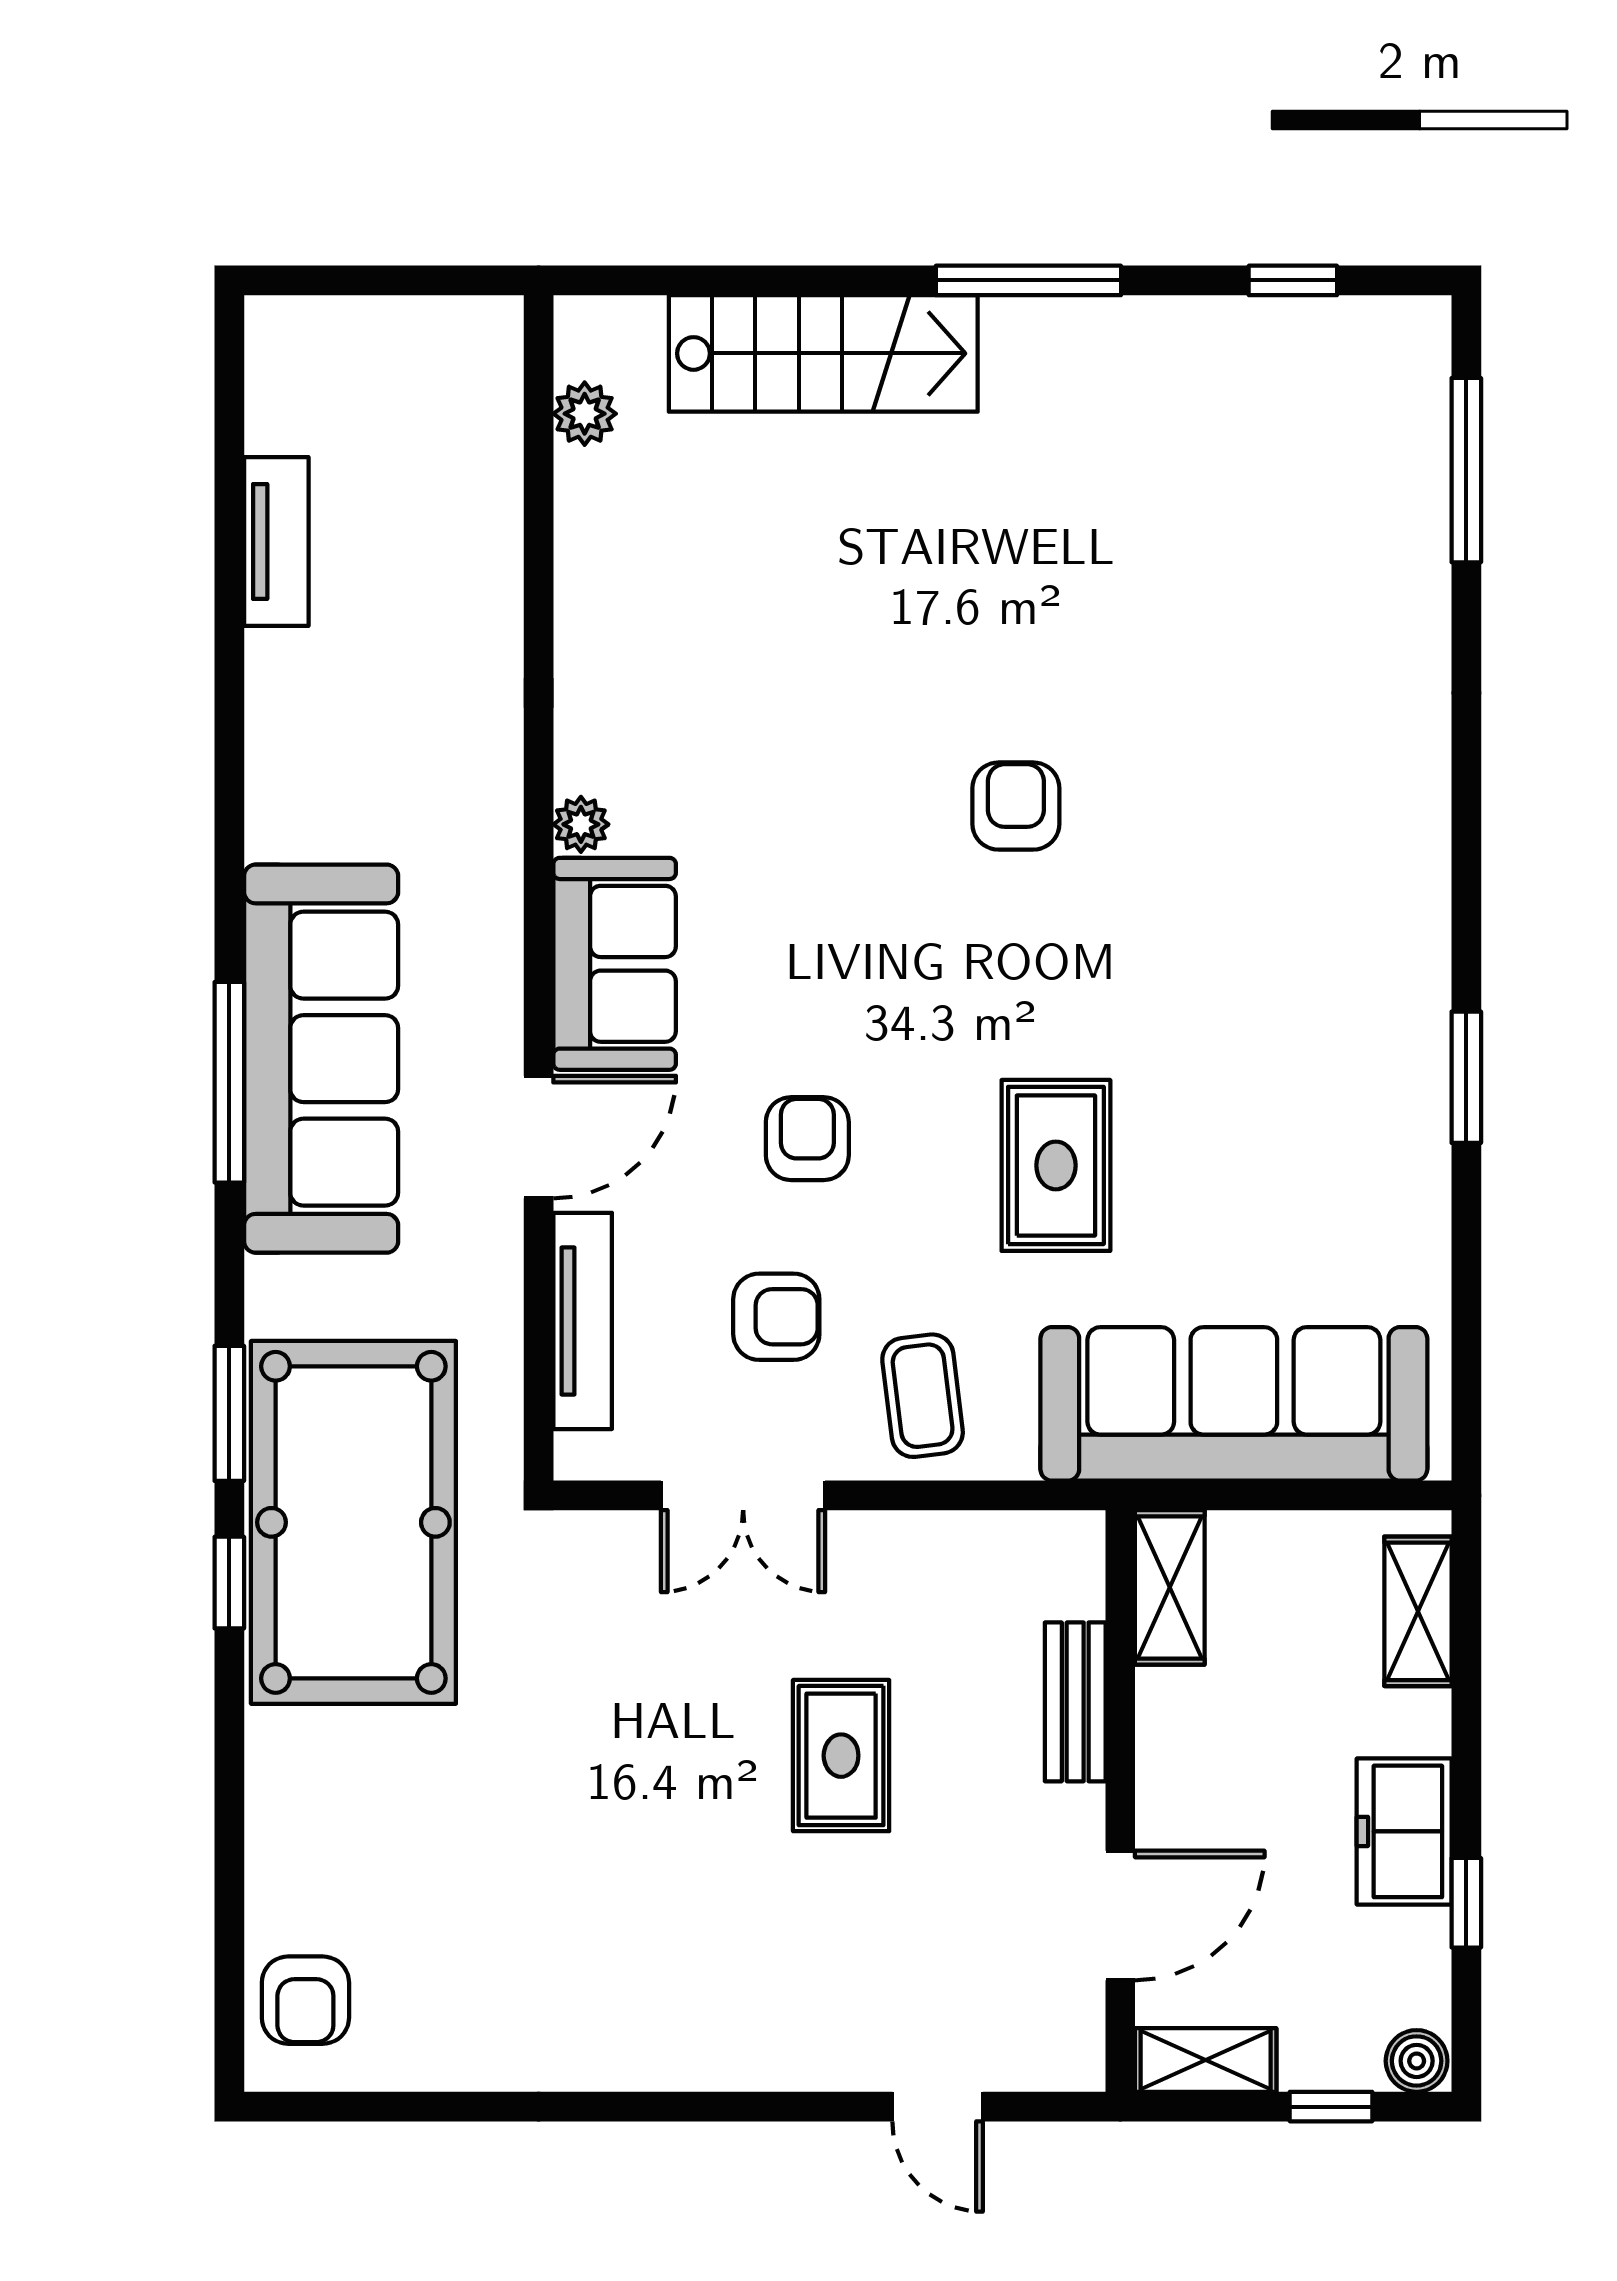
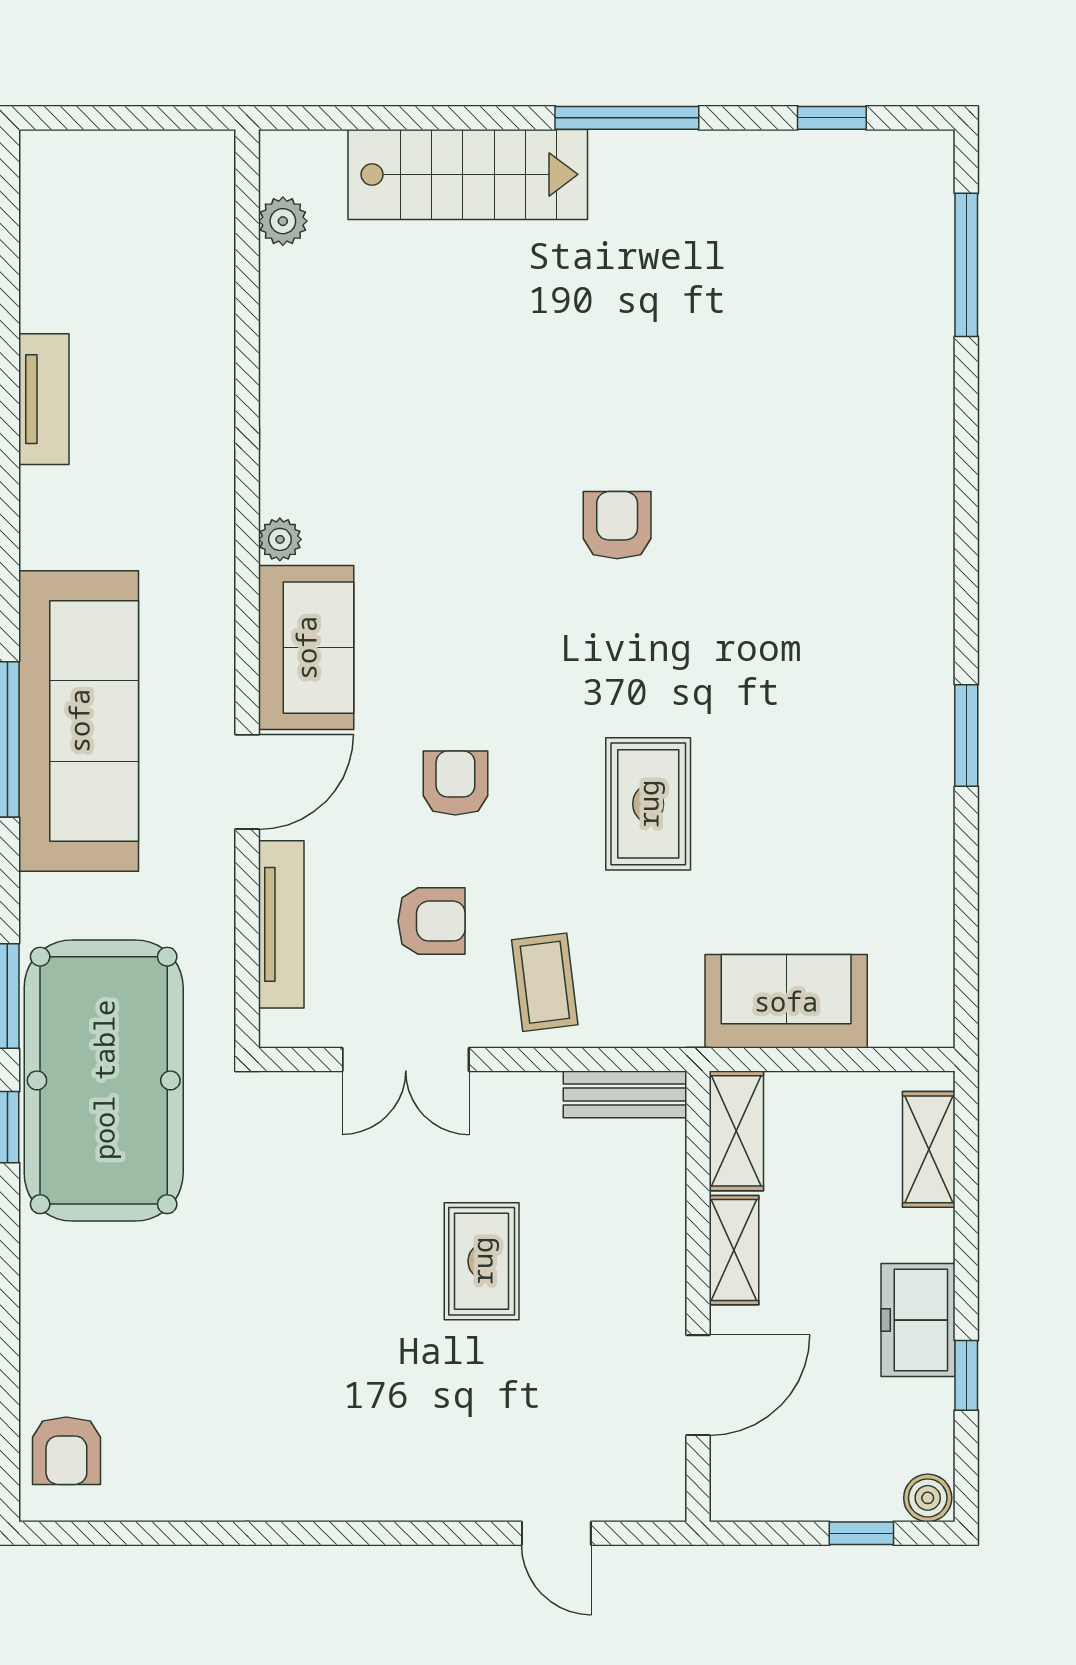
tv unit: (276, 542) -> (44, 399), moved
sofa: (1234, 1404) -> (786, 1001), width x0.54, depth x0.79
bench: (1075, 1702) -> (625, 1094), moved, turned 90
shelving: (1206, 2060) -> (734, 1250), moved, turned 90

